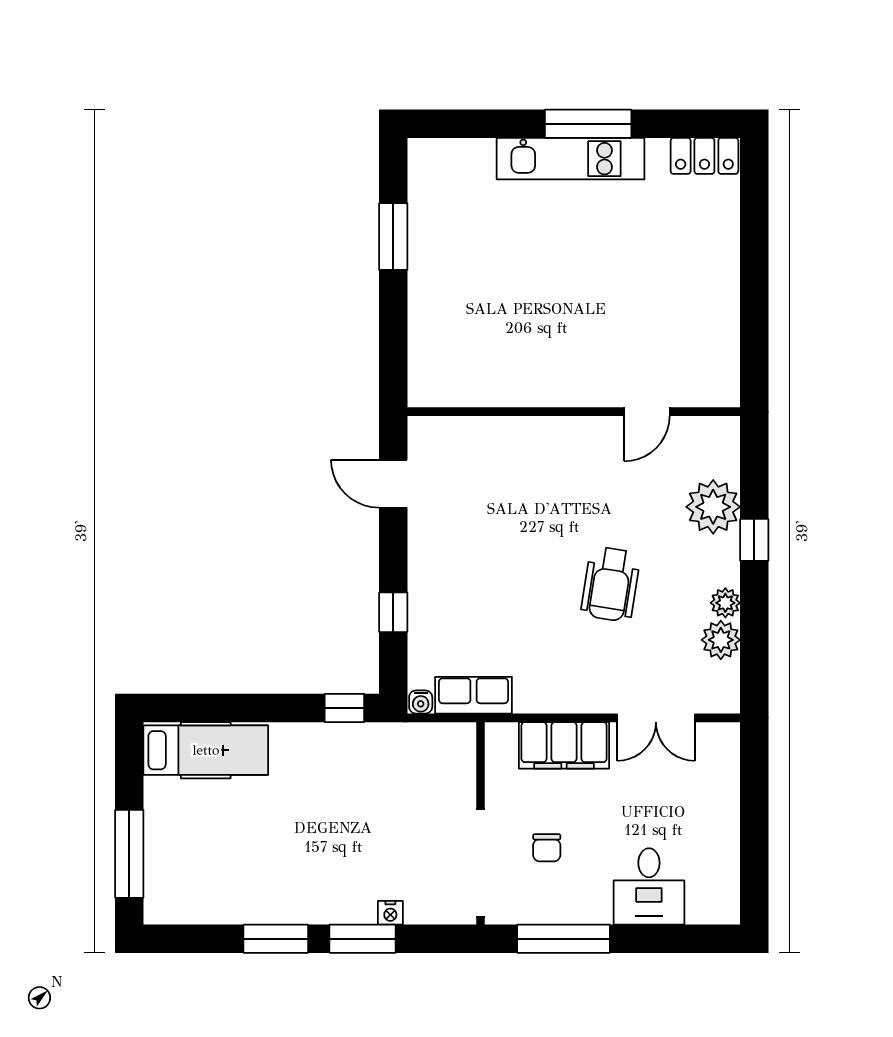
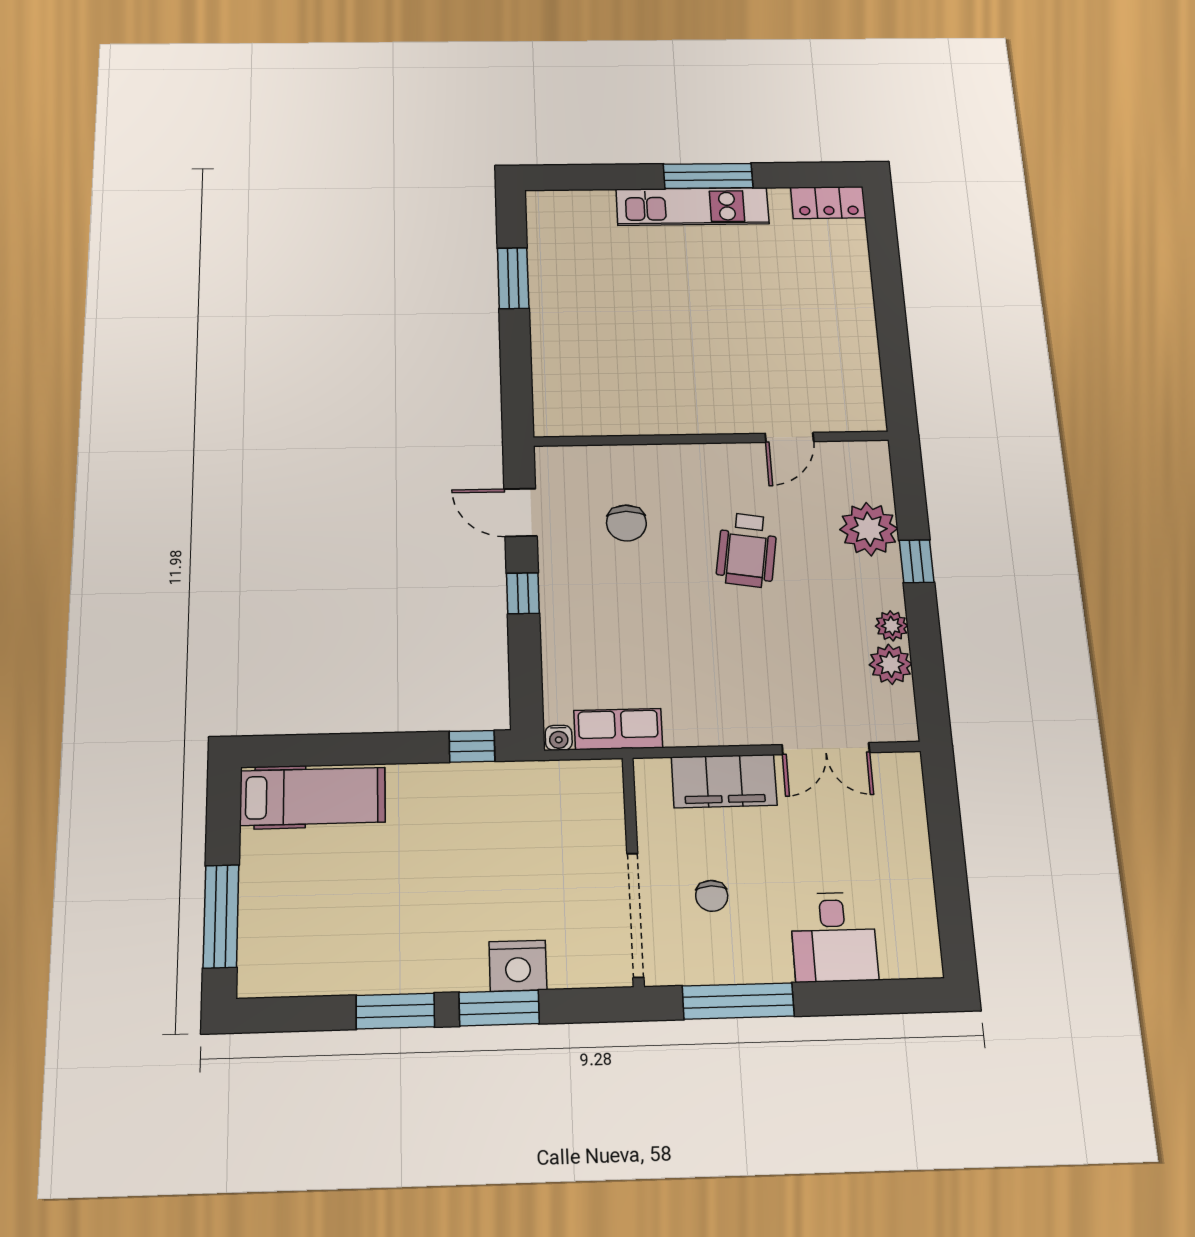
chair: (490, 496) -> (626, 523), added
wheelchair: (611, 584) -> (747, 550), moved
window: (393, 612) -> (523, 593), moved
nightstand: (390, 913) -> (518, 966), width x1.89, depth x1.79

